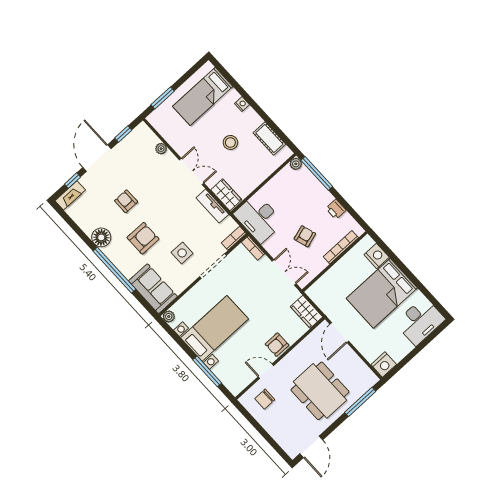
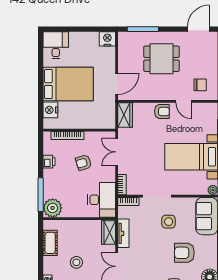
plant: (296, 164) -> (53, 208), width x1.88, depth x1.88
desk: (420, 321) -> (56, 45), width x0.73
dining table: (320, 391) -> (161, 59), width x0.73

